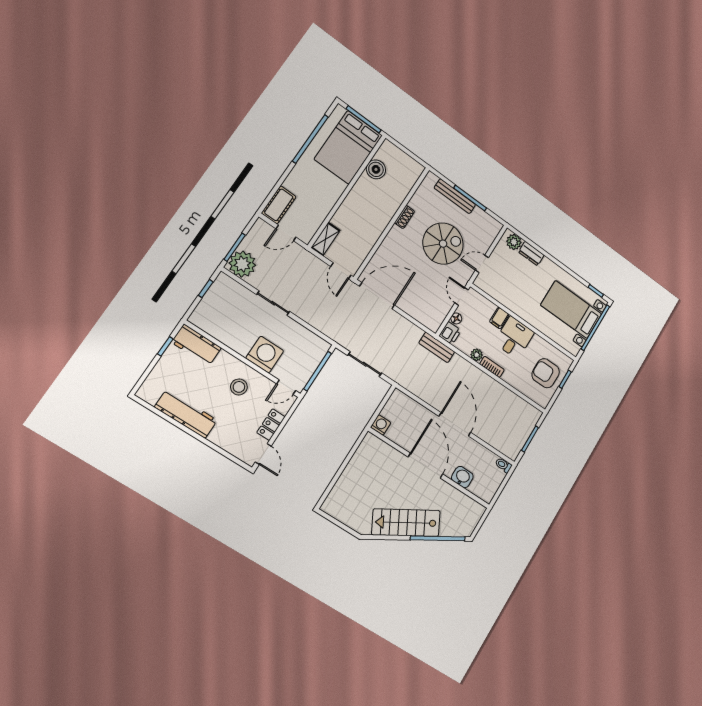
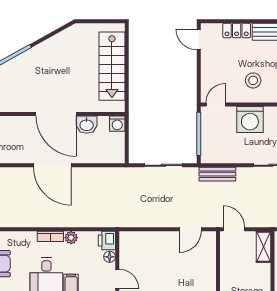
door: (377, 296) -> (190, 229), width x0.53
bench: (437, 347) -> (217, 174), moved
locker: (271, 425) -> (237, 30), moved, turned 90
washbasin: (462, 477) -> (87, 125), moved
stairs: (406, 523) -> (112, 66), moved, turned 119

